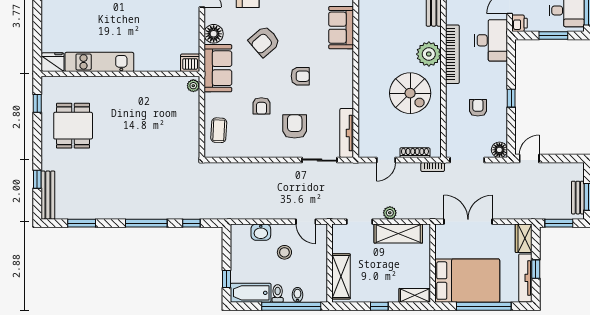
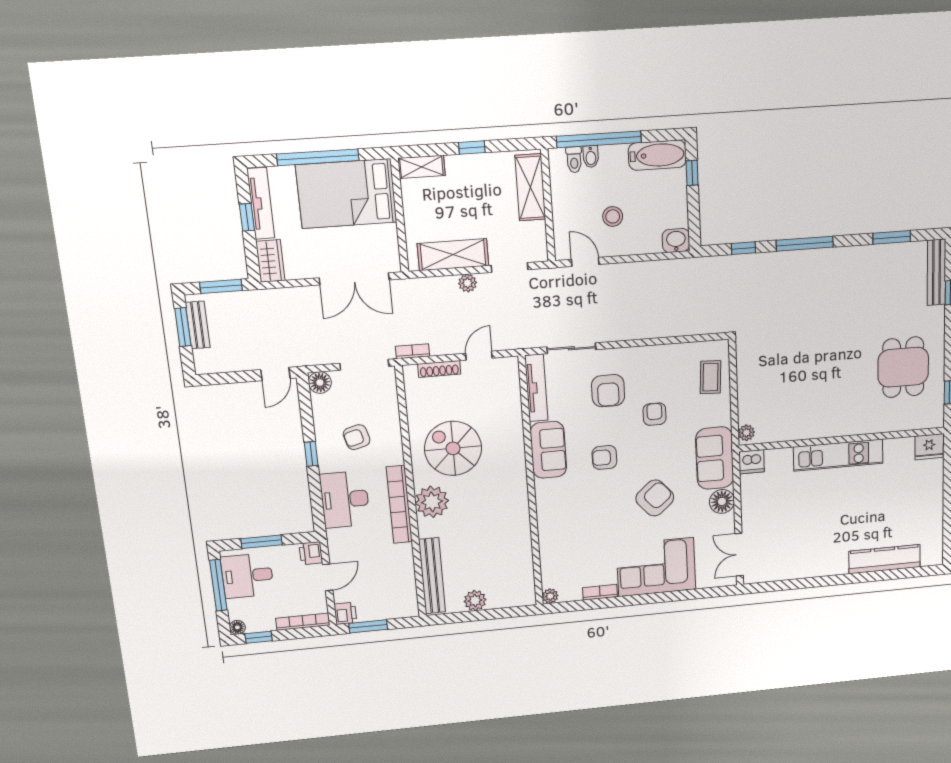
sofa: (341, 28) -> (548, 450), moved
desk: (491, 40) -> (345, 499), moved
kitchen unit: (99, 62) -> (838, 455), moved
armchair: (478, 108) -> (357, 437), turned 75
washbasin: (261, 232) -> (676, 241), moved
toilet: (278, 293) -> (574, 160), moved

